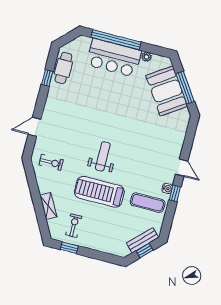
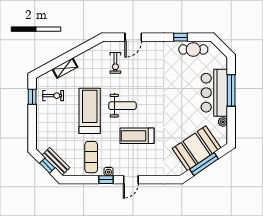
window: (116, 40) -> (231, 90), width x0.68
door: (35, 127) -> (133, 37), swing flipped
treadmill: (138, 149) -> (137, 136), added
exercise bike: (51, 162) -> (115, 63), moved

